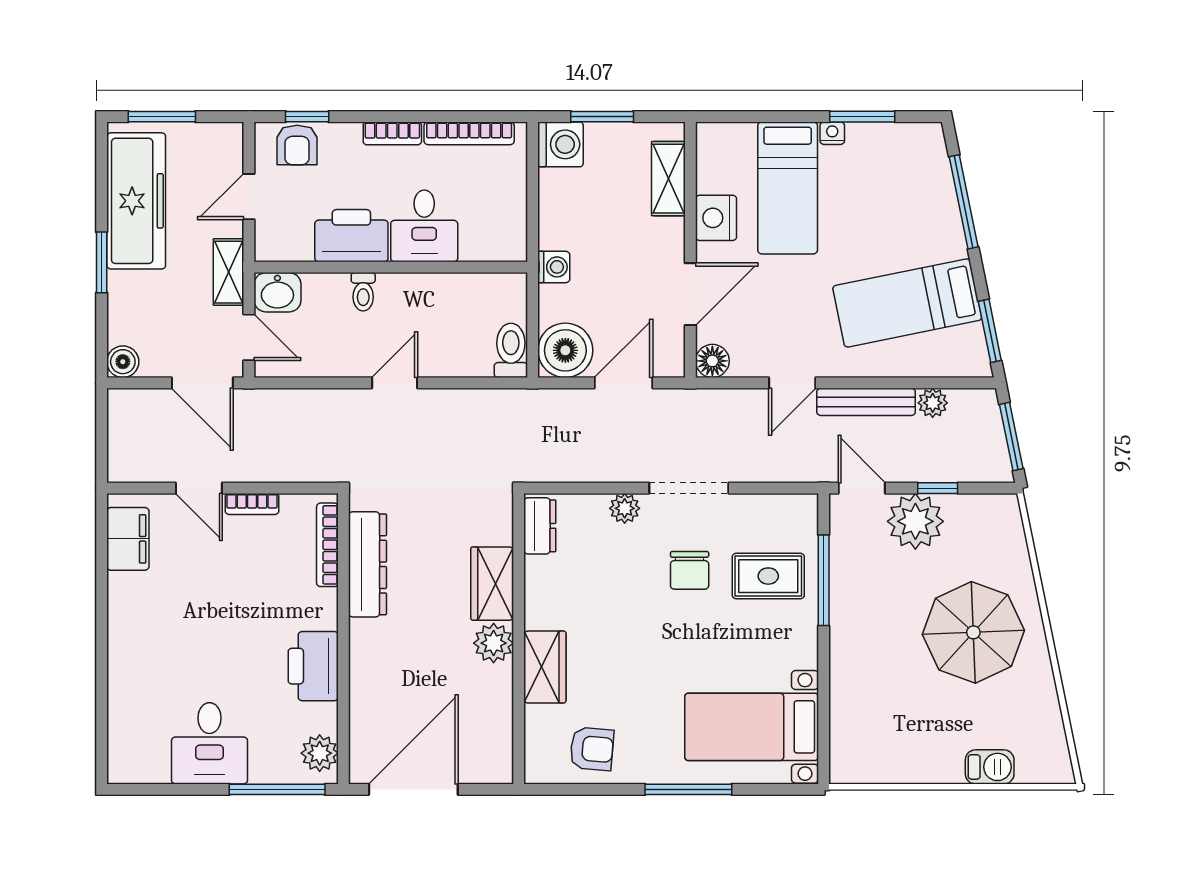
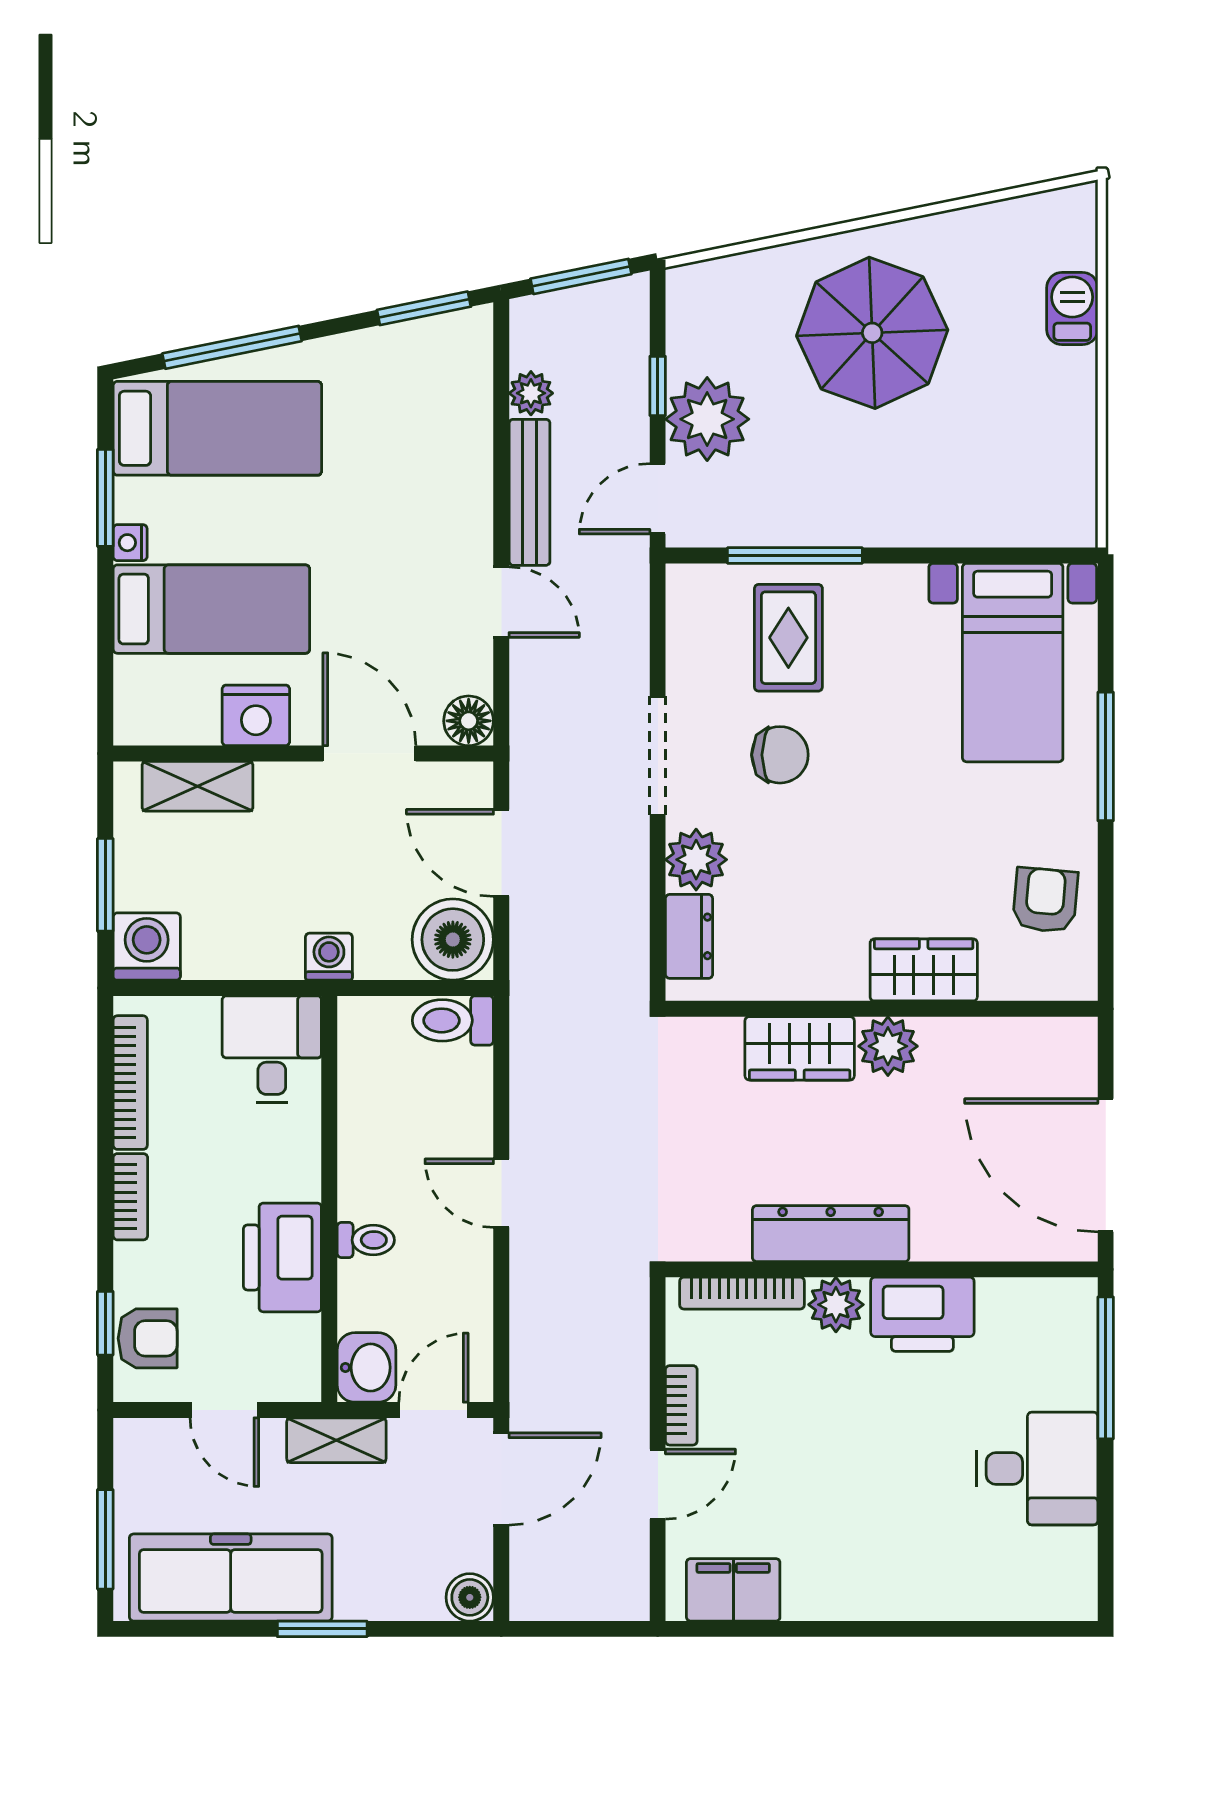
desk: (424, 226) -> (272, 1049), moved, turned -90
bed: (907, 303) -> (217, 428), moved, turned -79
plant: (625, 508) -> (696, 860), width x1.38, depth x1.38
dresser: (540, 526) -> (689, 936), moved, turned 90
dresser: (367, 564) -> (831, 1234), moved
plant: (320, 753) -> (836, 1305), moved

